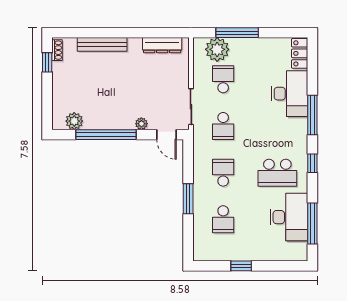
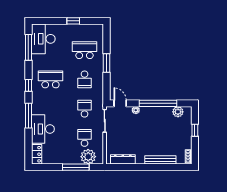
window: (47, 62) -> (195, 130), moved
school desk: (223, 79) -> (85, 138), turned 180
desk: (289, 217) -> (43, 39), moved
school desk: (223, 219) -> (85, 50), width x1.85

